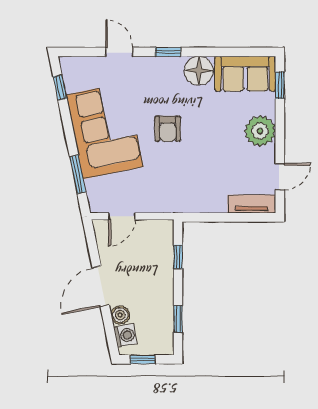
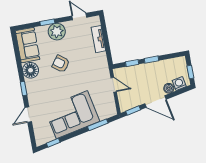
window: (280, 85) -> (47, 22), moved
armchair: (168, 129) -> (61, 64), moved, turned -143
tv unit: (252, 204) -> (98, 39), moved
door: (122, 216) -> (114, 85), moved
window: (92, 243) -> (133, 111), added
window: (178, 319) -> (151, 60), moved

